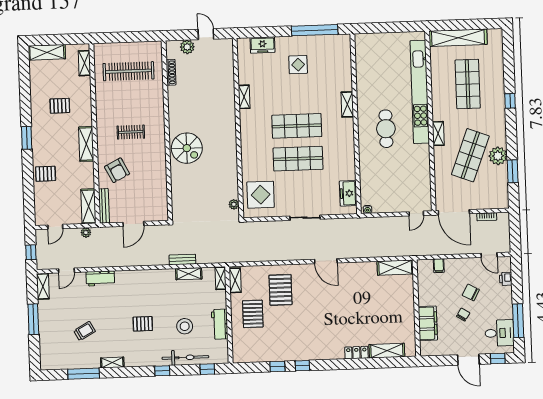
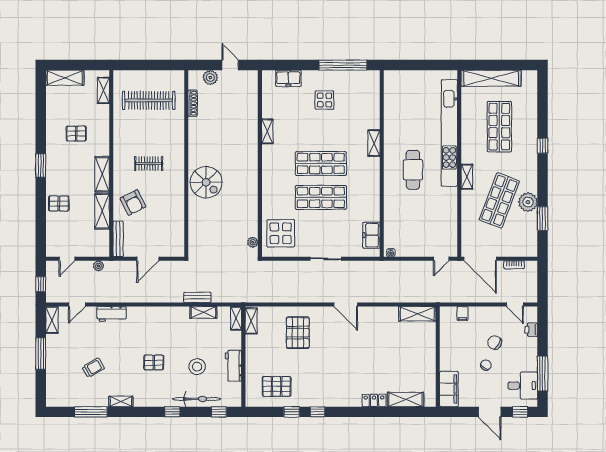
shelving: (88, 206) -> (102, 211), moved
pallet: (253, 314) -> (277, 386), moved, turned 90
filing cabinet: (428, 323) -> (449, 389), moved

